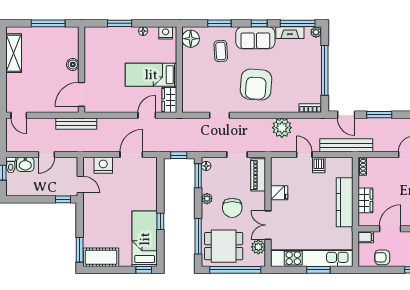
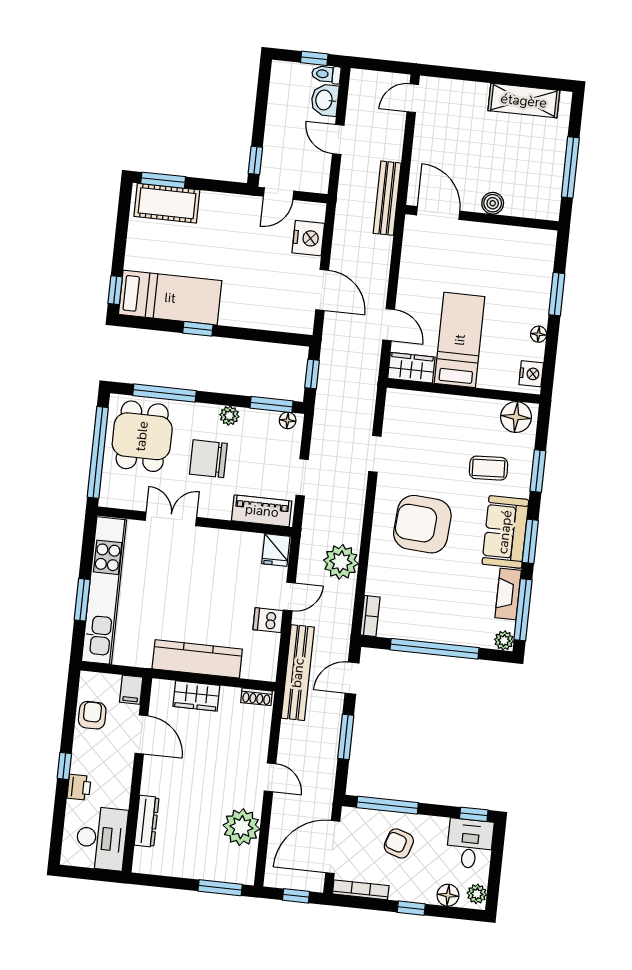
window: (259, 23) -> (530, 541), width x1.50
fridge: (279, 193) -> (276, 550), moved
plant: (258, 247) -> (134, 498), removed
cot: (101, 257) -> (167, 203), moved, turned 90

